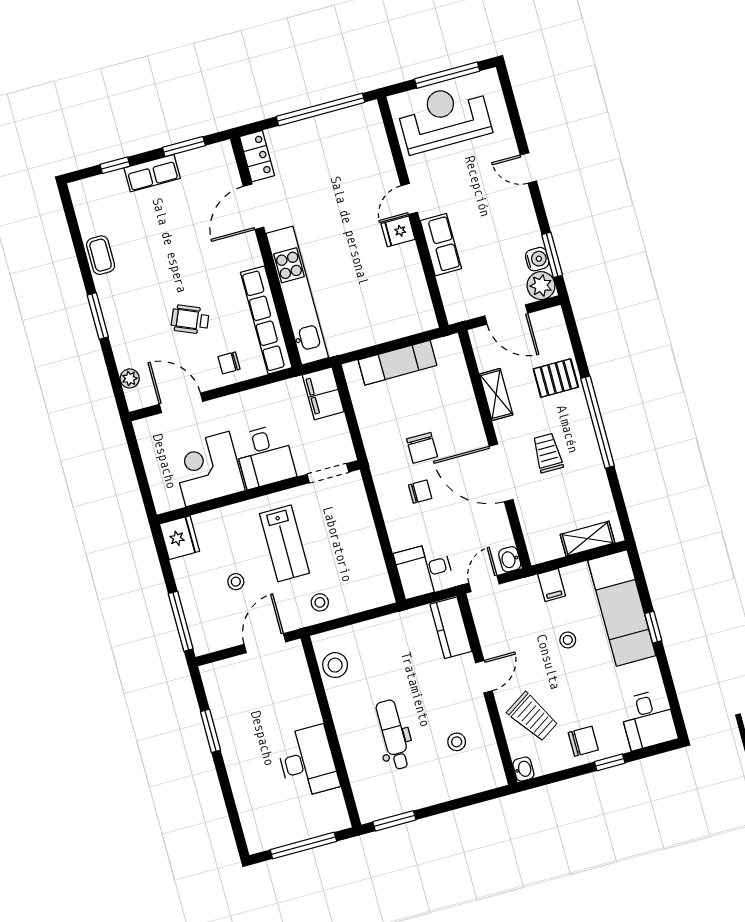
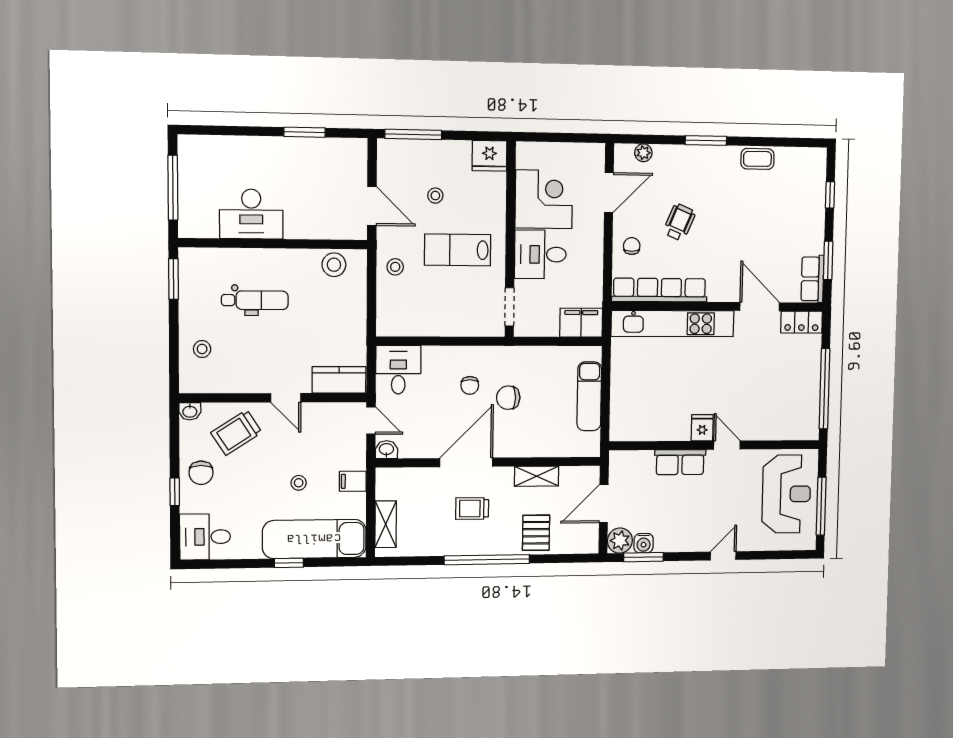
row of seats: (152, 173) -> (812, 279), moved
trolley: (548, 453) -> (472, 508), turned 180
stool: (457, 742) -> (202, 349), moved

